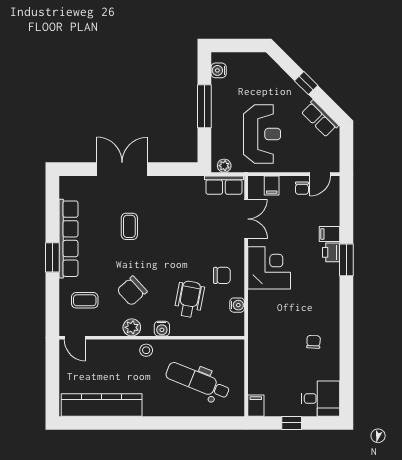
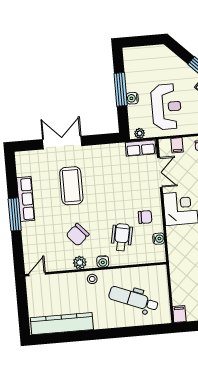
water cooler: (219, 70) -> (132, 98), moved
coffee table: (129, 226) -> (71, 186), width x1.86, depth x1.72
row of seats: (68, 239) -> (26, 199), width x0.73
window: (52, 257) -> (15, 214), width x1.44
coffee table: (85, 300) -> (42, 245), removed
door: (75, 338) -> (37, 274), swing flipped

